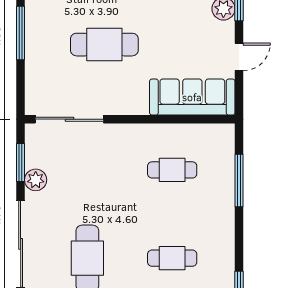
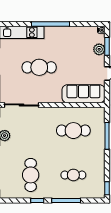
cafe table: (172, 170) -> (73, 131), width x1.37, depth x1.35

